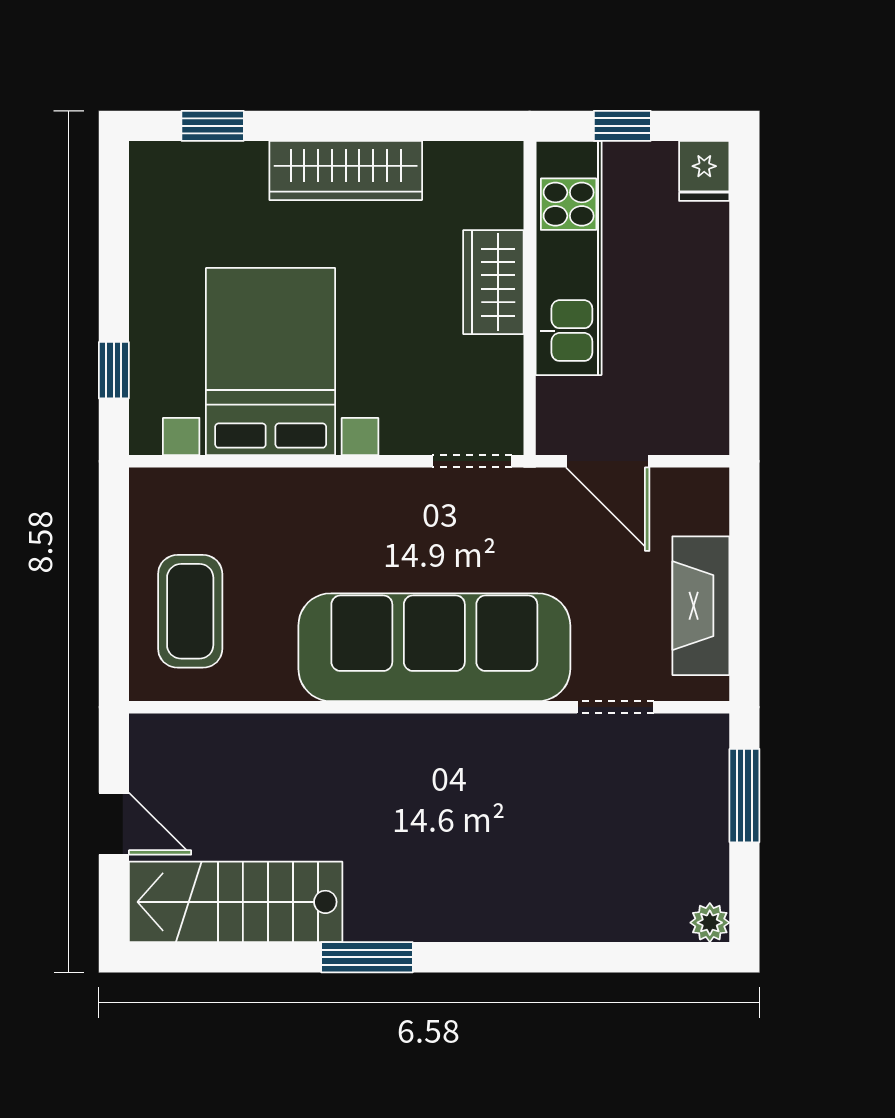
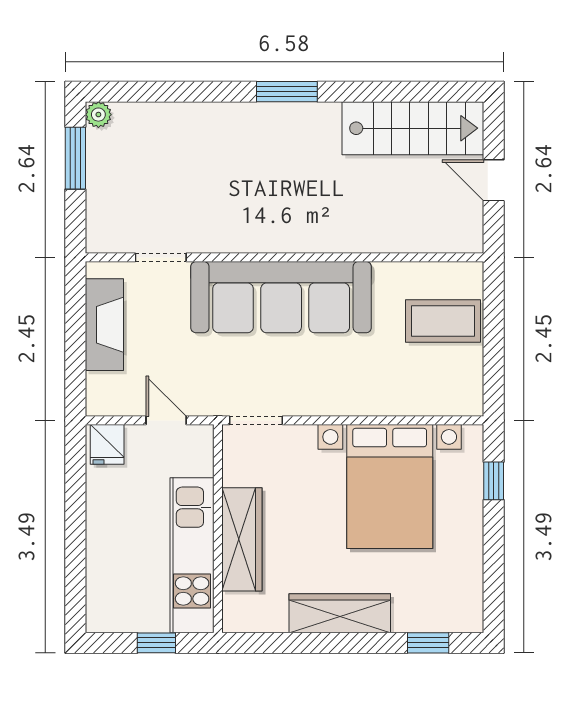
fridge: (704, 171) -> (107, 444), moved, turned 180
wardrobe: (493, 282) -> (242, 539), width x1.50
door: (608, 461) -> (166, 420), width x0.73
coffee table: (190, 611) -> (443, 321), turned 90
window: (744, 796) -> (75, 158), moved
window: (367, 957) -> (287, 92), moved

